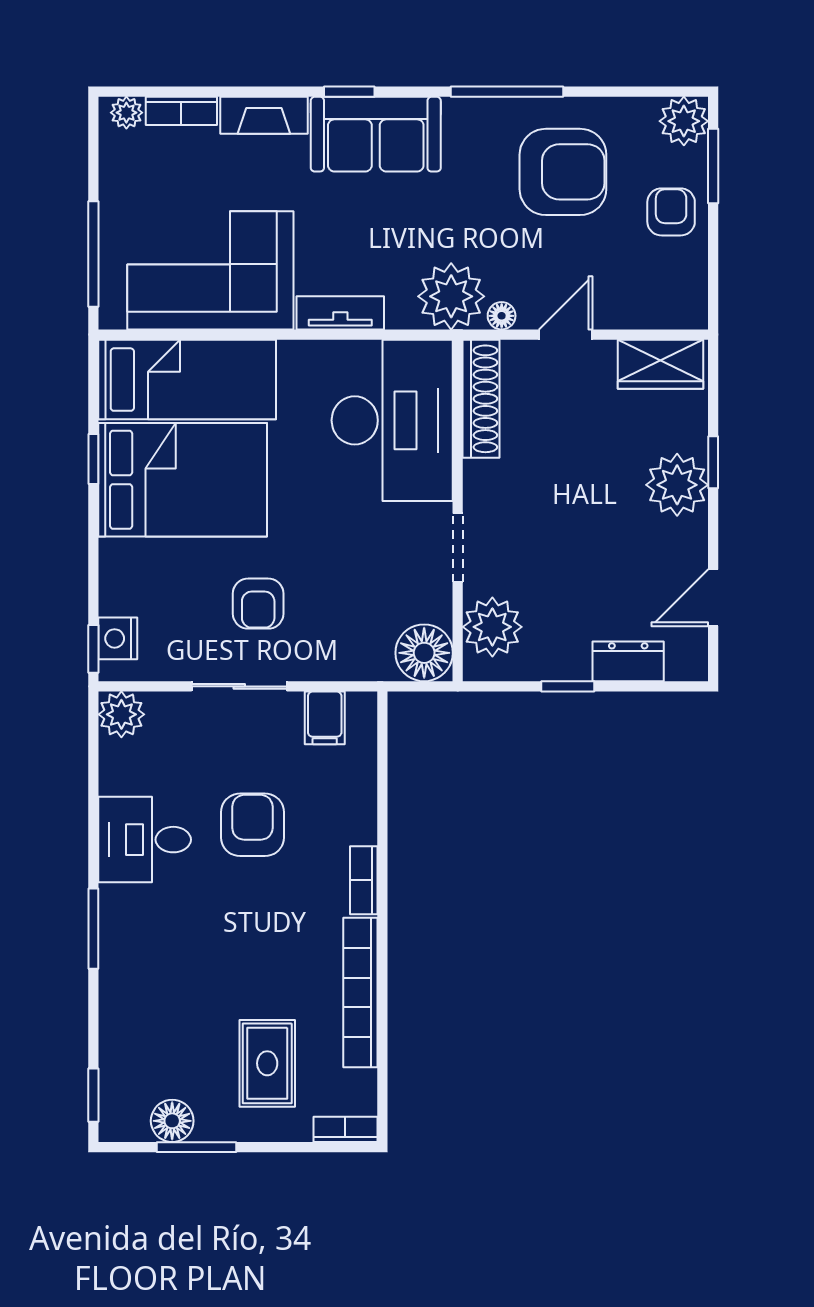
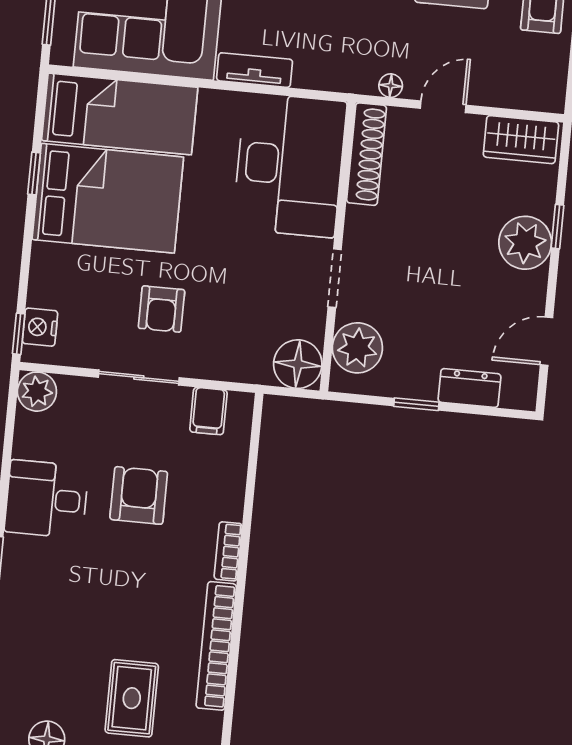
plant: (451, 296) -> (350, 65), removed

